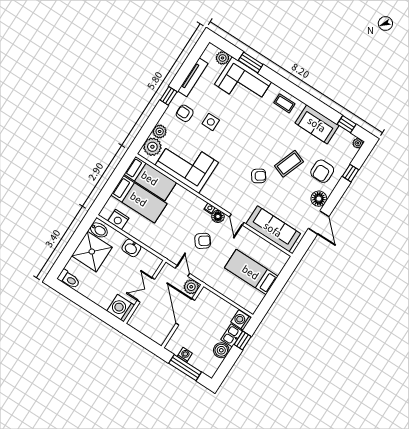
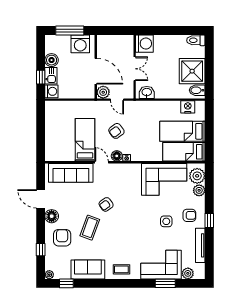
washbasin: (131, 248) -> (147, 92), moved
bed: (251, 272) -> (85, 140), moved, turned -90
washing machine: (185, 355) -> (80, 44), width x1.89, depth x1.89

